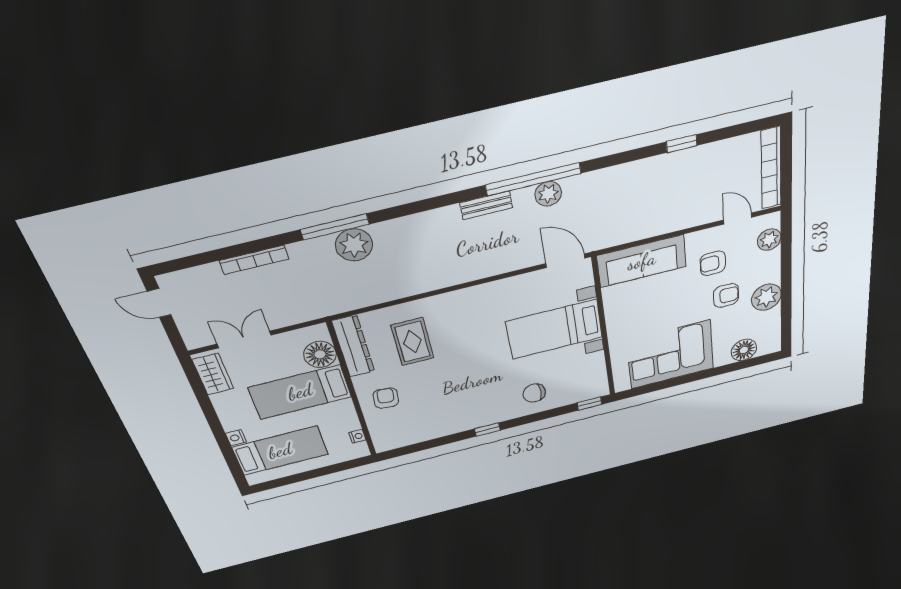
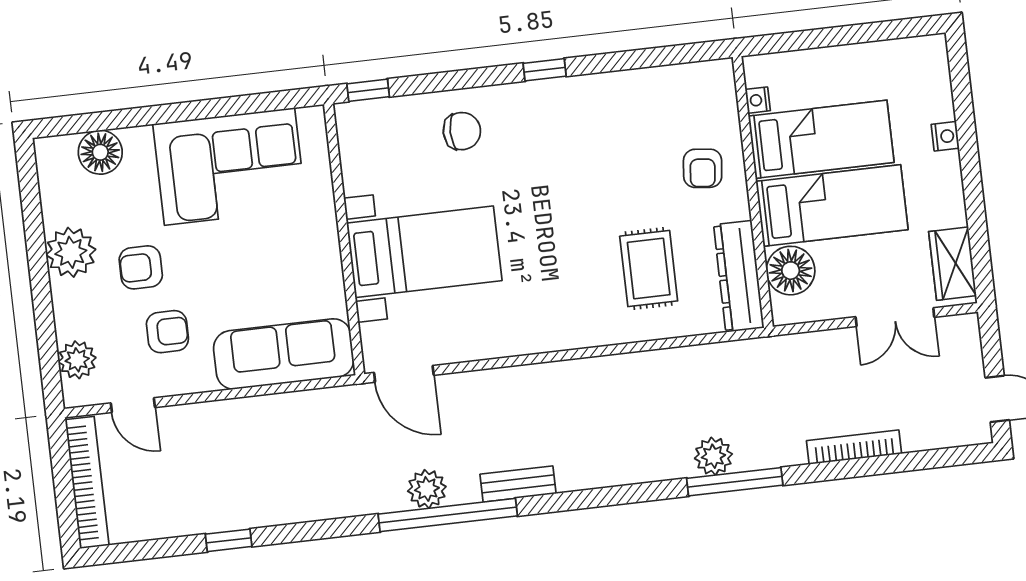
plant: (354, 245) -> (713, 456), width x0.73, depth x0.73
bed: (280, 451) -> (821, 139), moved, turned 180

